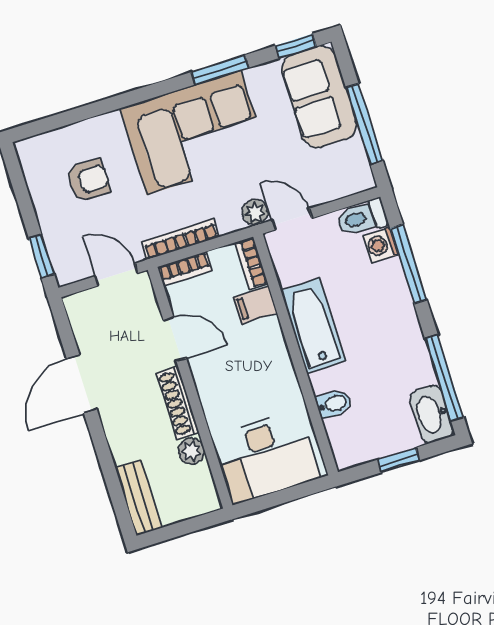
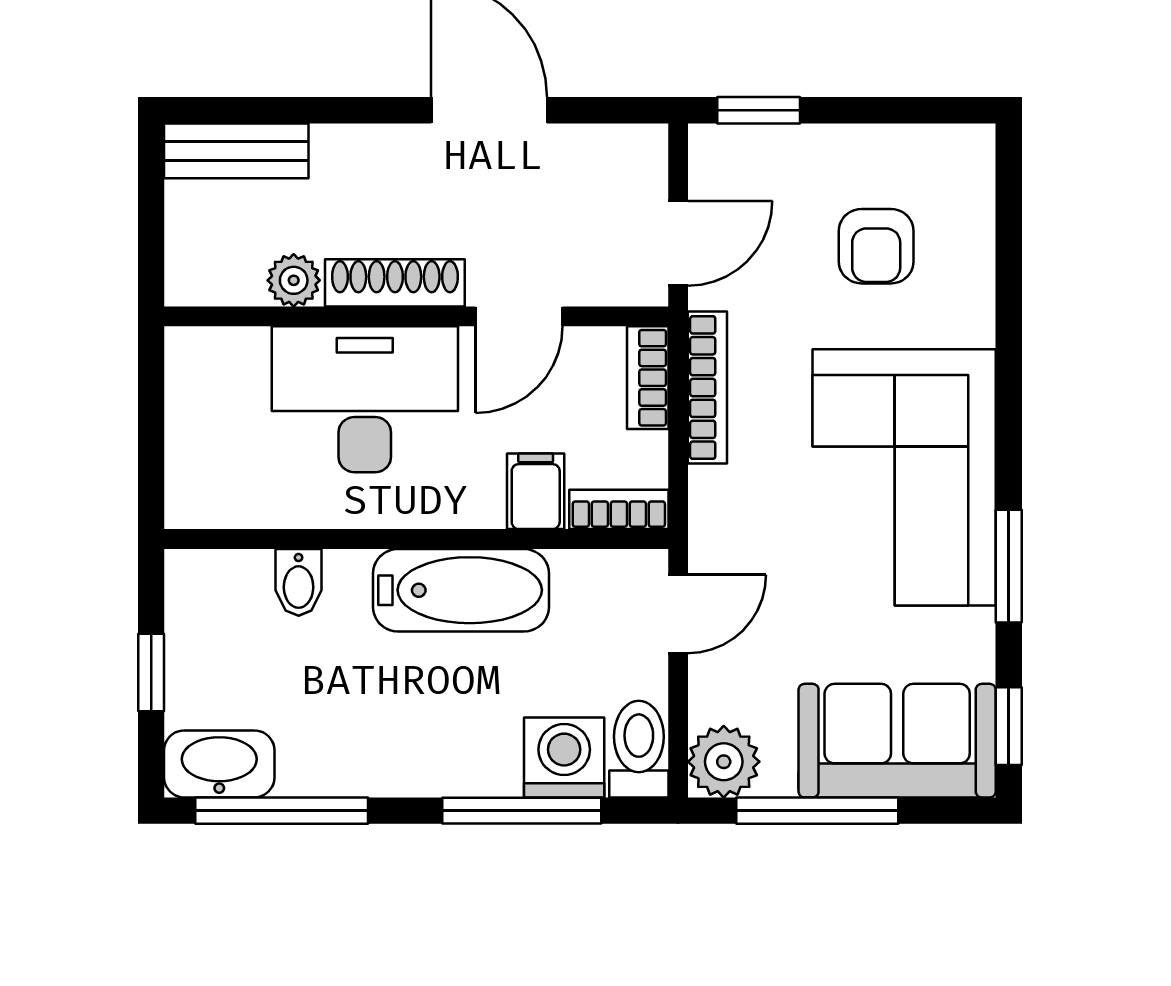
plant: (255, 212) -> (724, 762), moved, width x1.38, depth x1.38
washing machine: (381, 245) -> (564, 758), width x1.38, depth x1.38
desk: (266, 457) -> (365, 399), moved, turned 90

